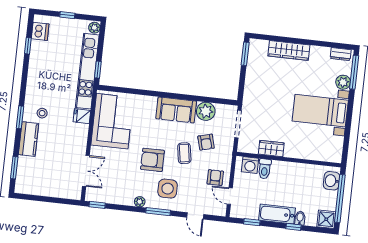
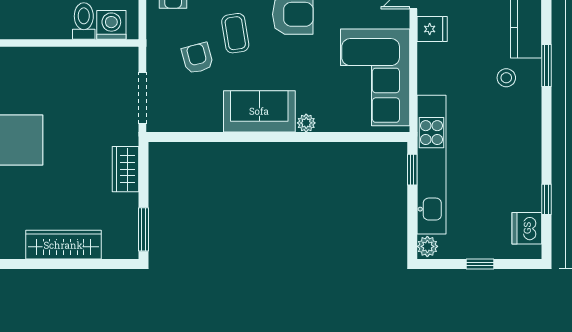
plant: (206, 111) -> (306, 123), moved, width x0.53, depth x0.53
fridge: (82, 116) -> (432, 29), moved
wardrobe: (271, 149) -> (126, 169), moved, turned 90

